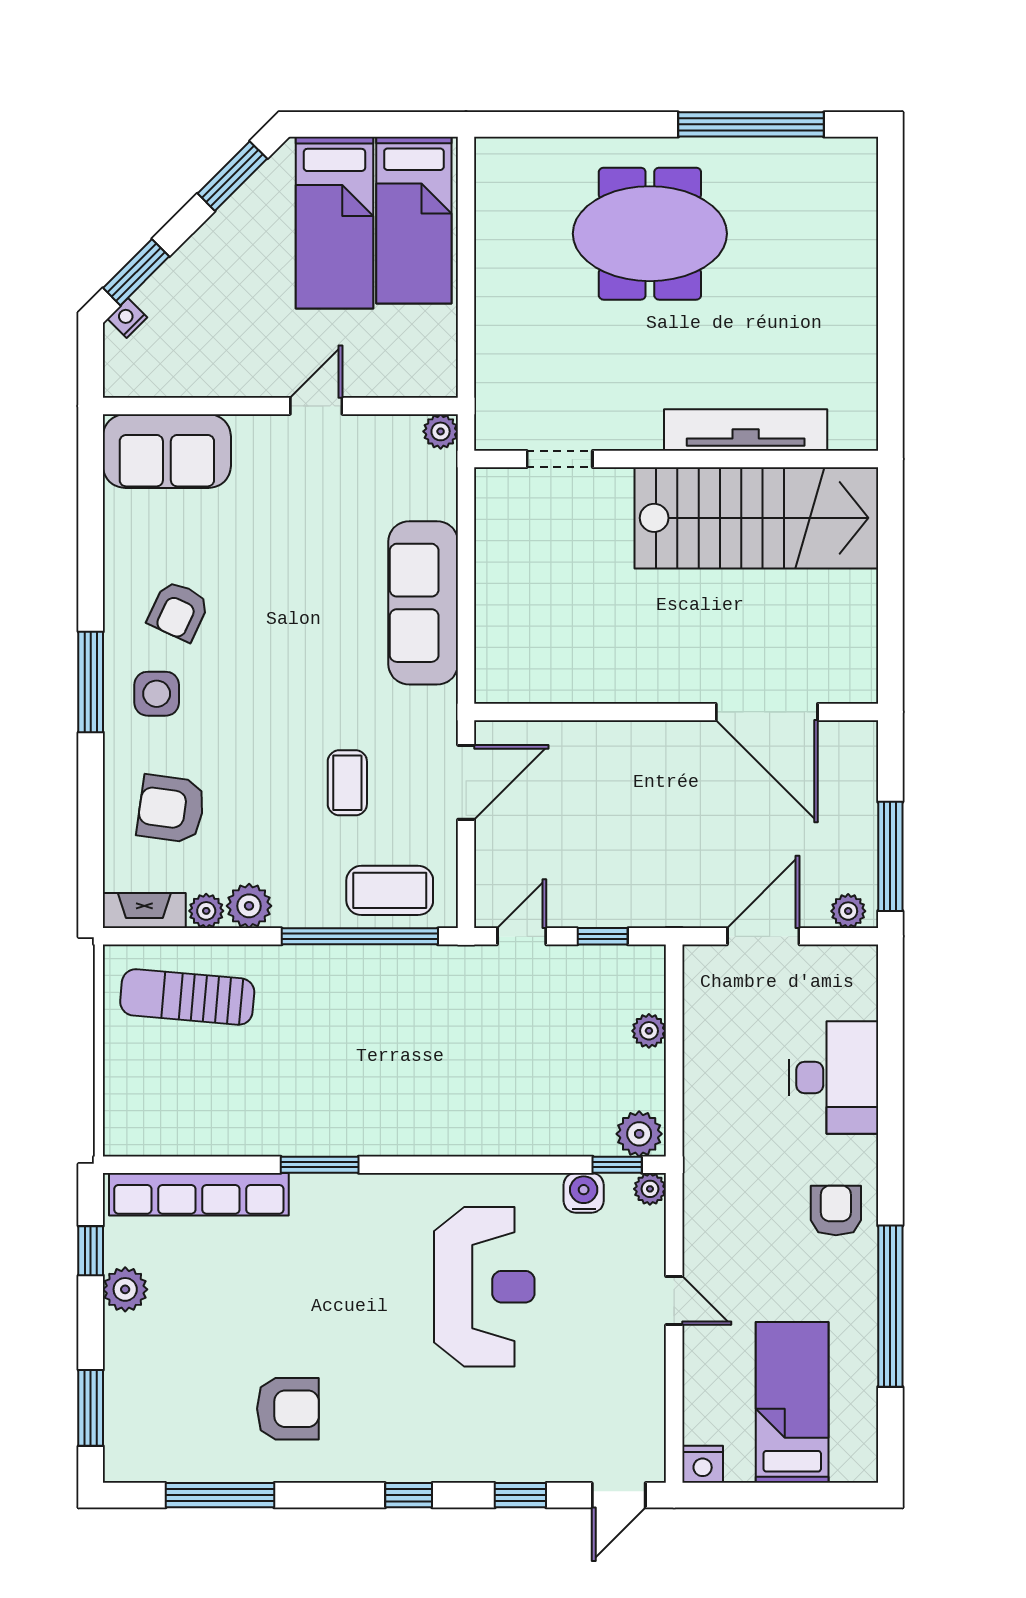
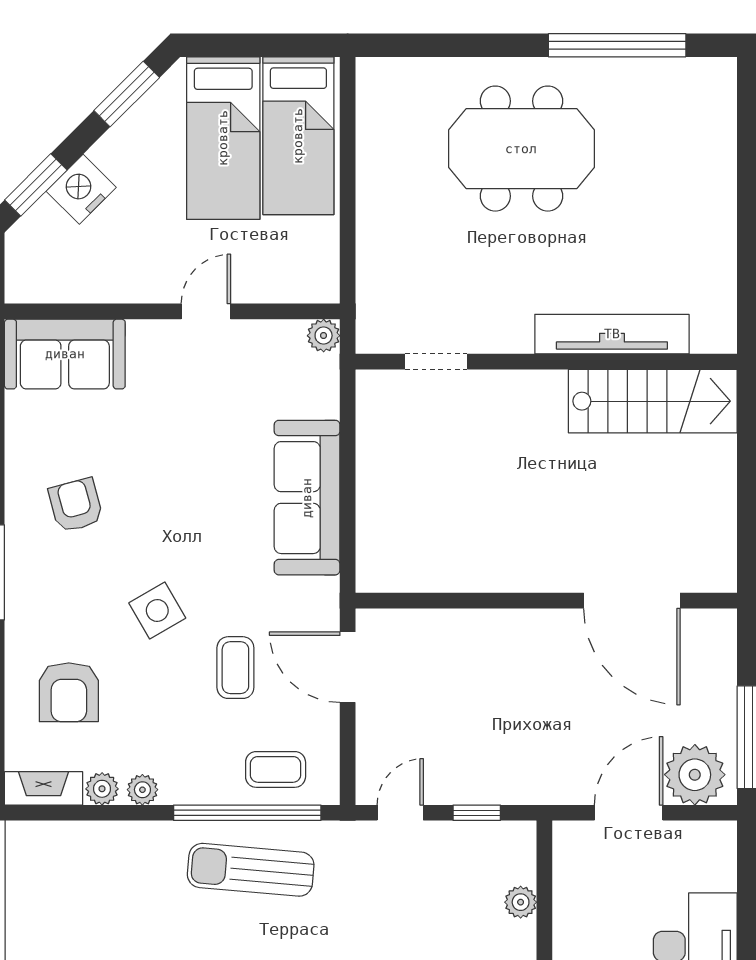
nightstand: (127, 318) -> (81, 189), moved, width x1.89, depth x1.79
stairs: (756, 518) -> (653, 401), width x0.73, depth x0.66
armchair: (178, 611) -> (76, 505), turned 140
side table: (157, 694) -> (157, 610), moved, turned -30
door: (466, 782) -> (348, 667), swing flipped
armchair: (171, 809) -> (69, 692), turned -98
coffee table: (390, 890) -> (276, 769), width x0.73, depth x0.77
plant: (249, 906) -> (142, 790), width x0.73, depth x0.73
plant: (848, 911) -> (695, 775), width x1.88, depth x1.88
sun lounger: (187, 997) -> (251, 870), moved

